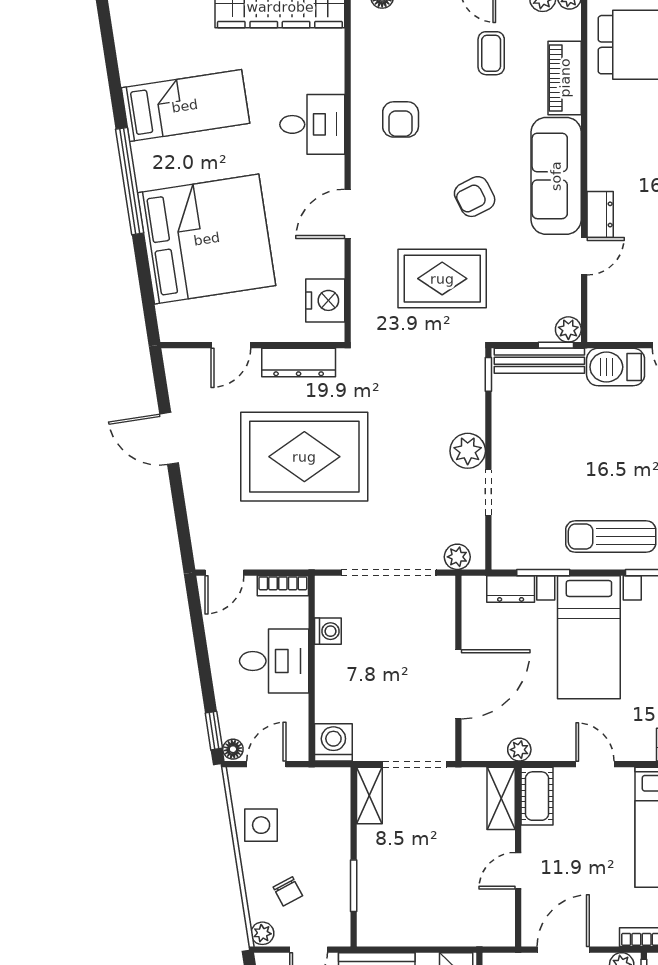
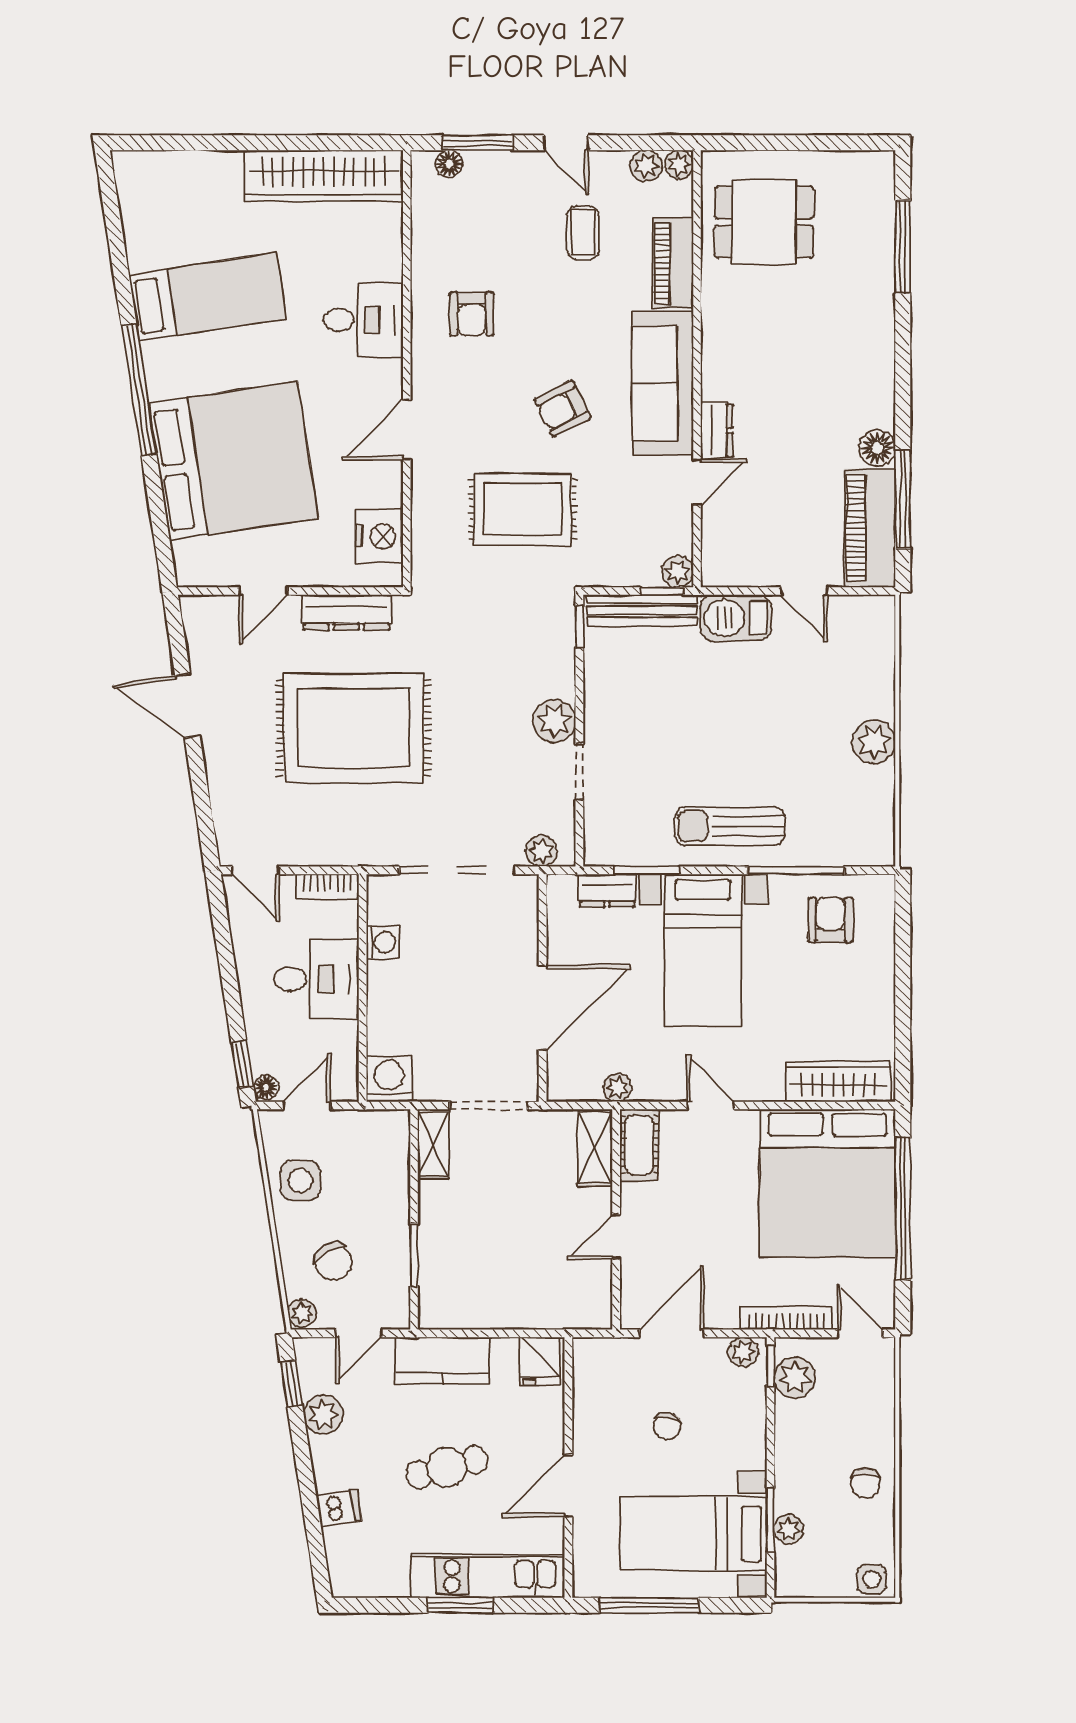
door: (224, 573) -> (255, 870), hinge flipped
chair: (288, 891) -> (333, 1262), width x1.37, depth x1.37

